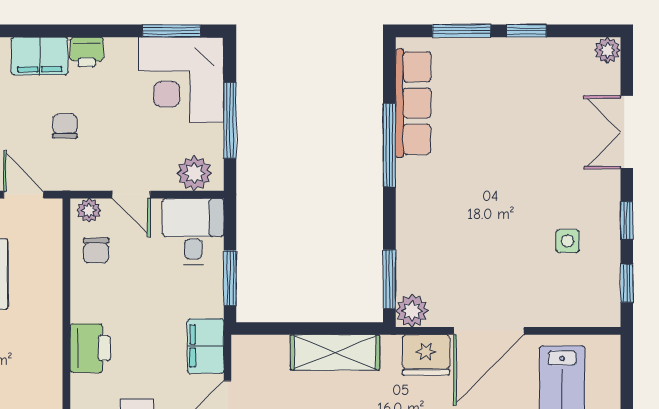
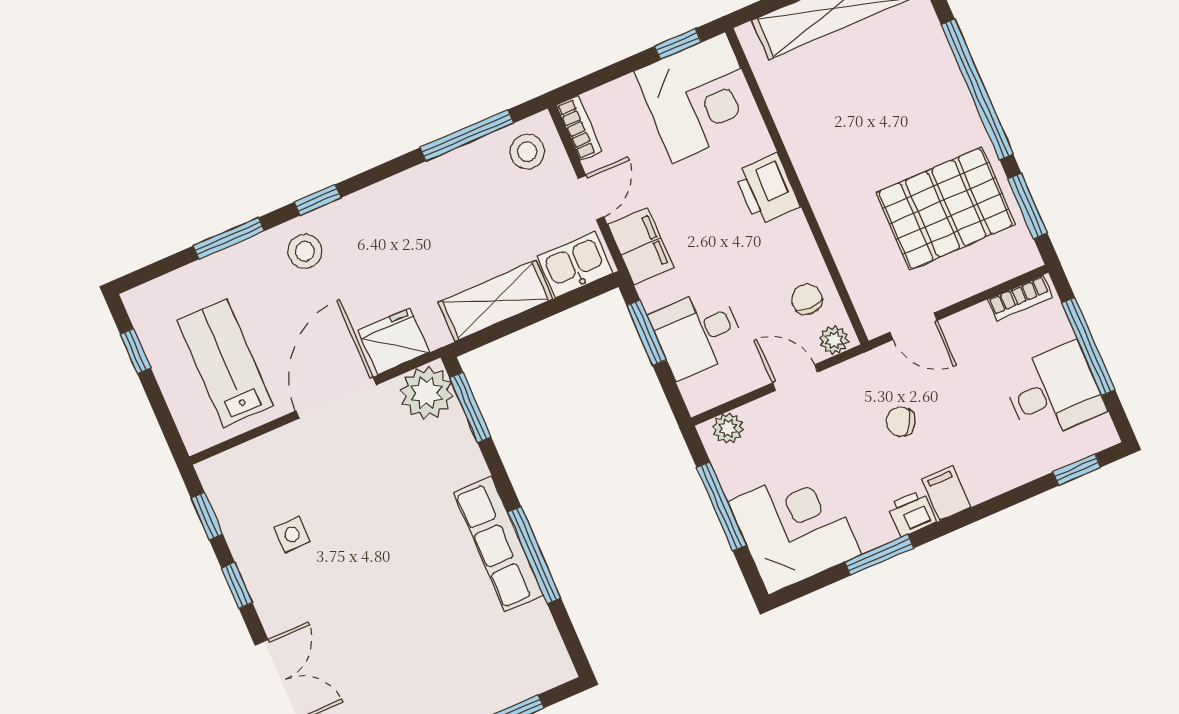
window: (172, 31) -> (879, 555), moved
filing cabinet: (40, 56) -> (946, 493), width x0.50
row of seats: (413, 103) -> (498, 544), moved
chair: (65, 126) -> (901, 422), turned 121
plant: (194, 173) -> (728, 428), width x0.73, depth x0.73
desk: (193, 231) -> (698, 333), moved, turned 90
plant: (412, 311) -> (427, 393), width x1.36, depth x1.36
kitchen sink: (262, 354) -> (575, 265), added

